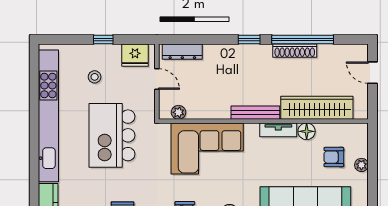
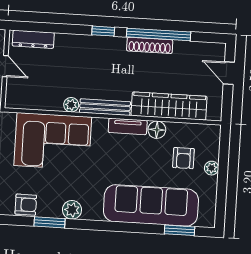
plant: (179, 112) -> (71, 105), moved
armchair: (334, 157) -> (183, 158), turned -90

